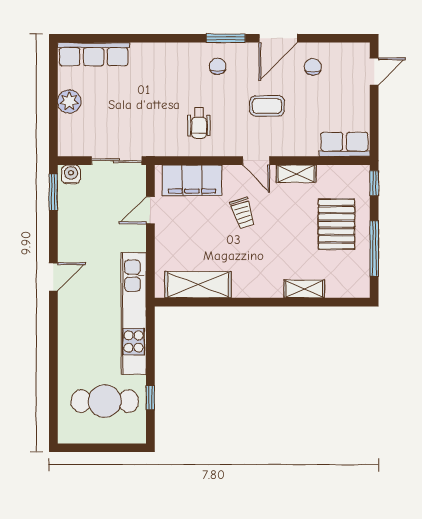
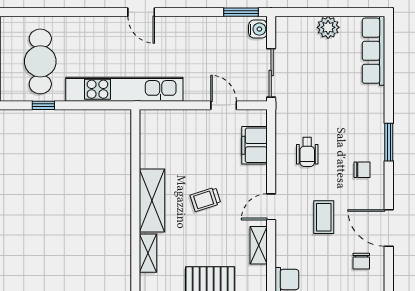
window: (226, 38) -> (389, 142), moved
chair: (313, 67) -> (361, 261), turned 90
wheelchair: (199, 123) -> (307, 152), turned -90
filing cabinet: (192, 180) -> (254, 145), width x0.67, depth x0.86
trolley: (243, 213) -> (205, 199), moved
door: (53, 277) -> (141, 12), moved
shelving: (198, 285) -> (152, 200), moved

